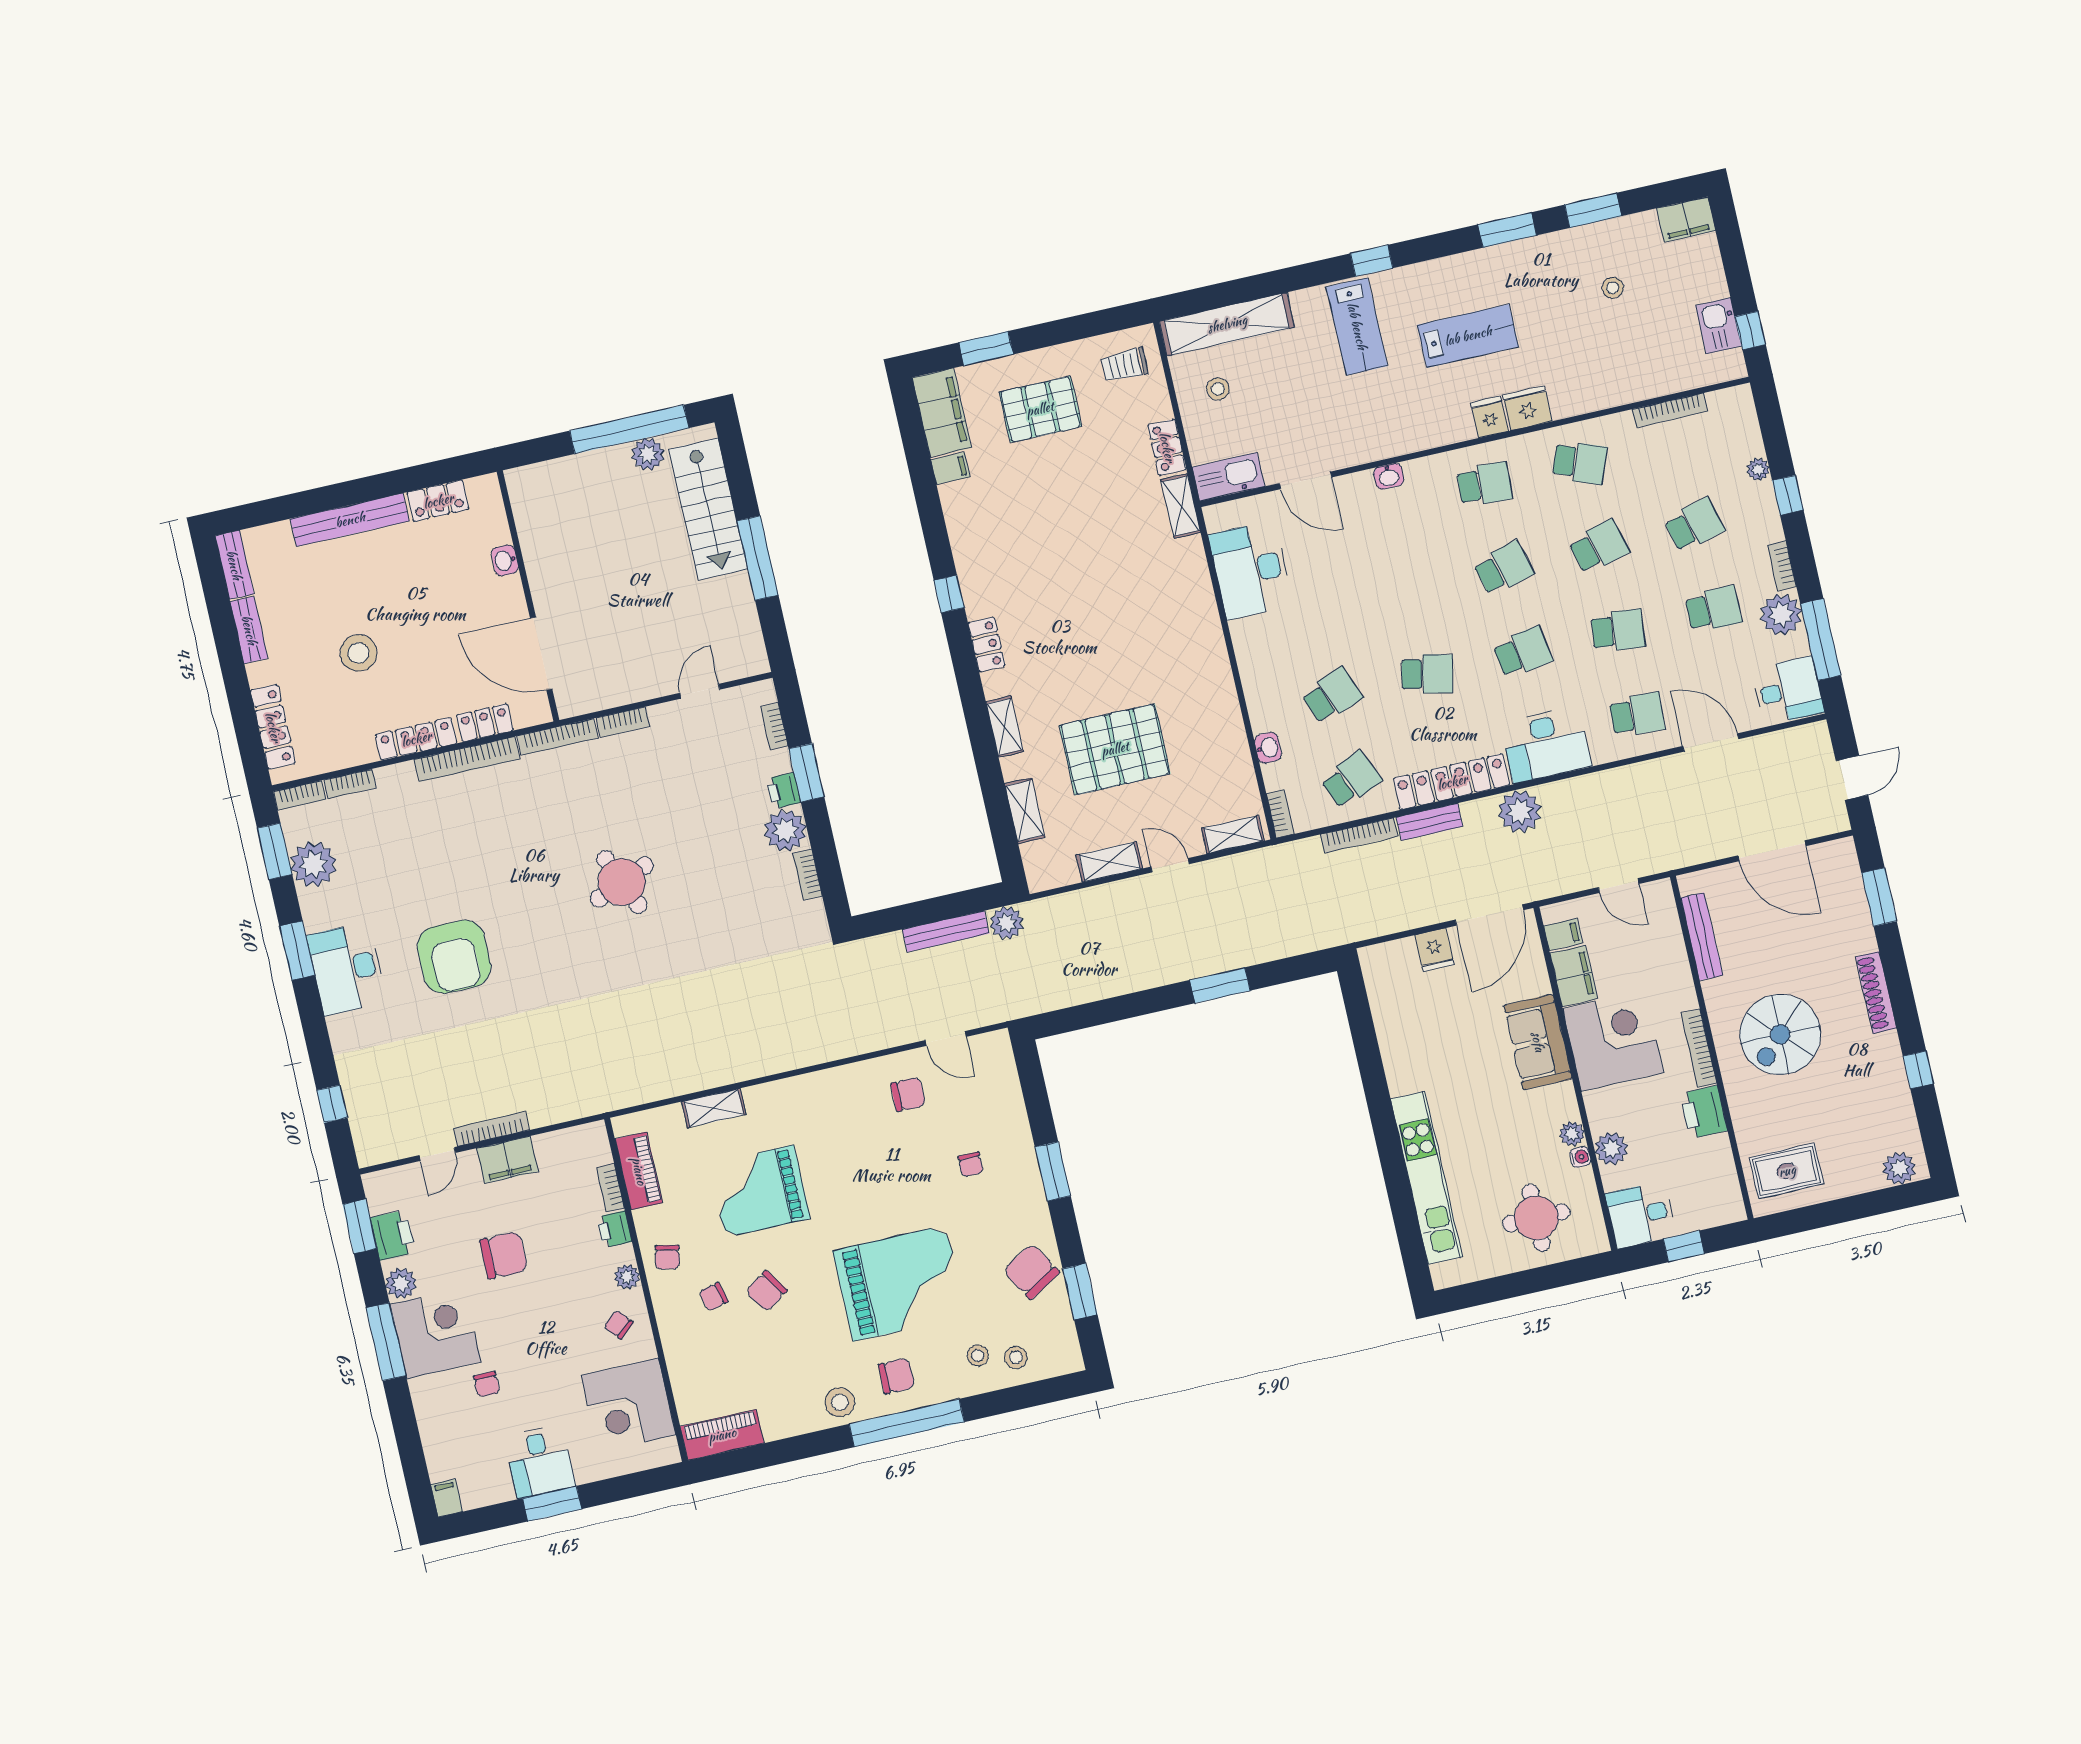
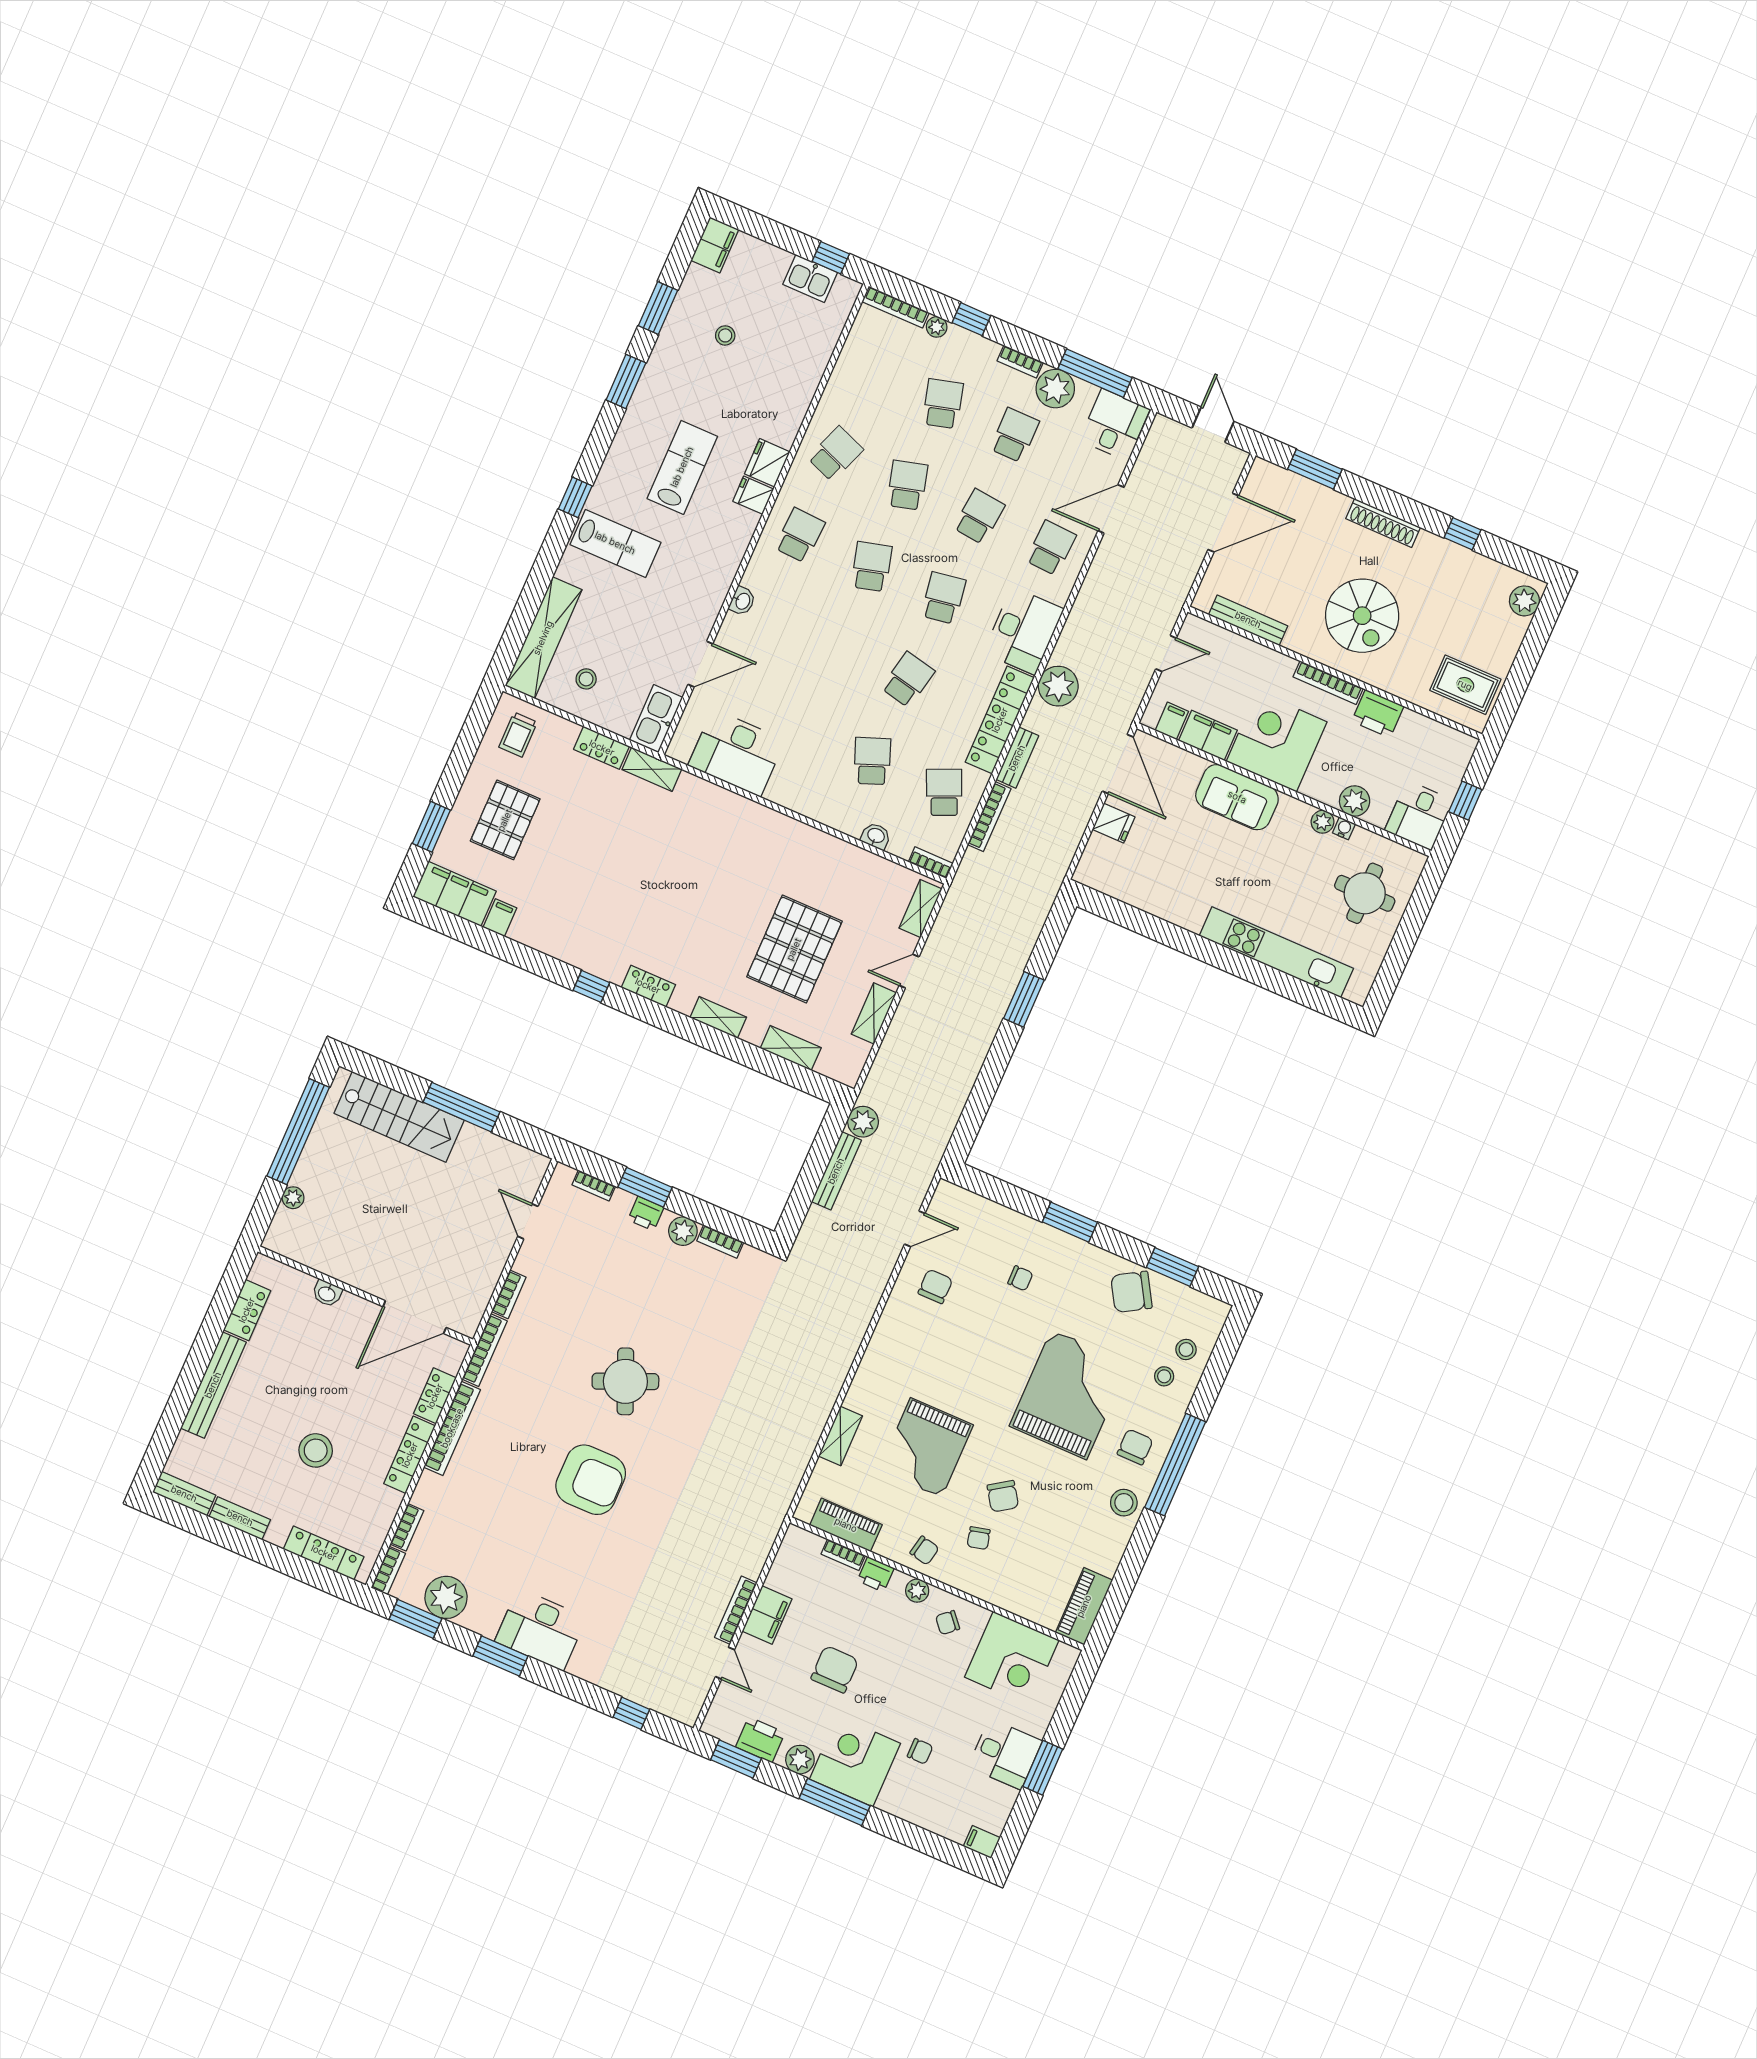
bookcase: (1670, 410) -> (896, 307), moved, turned 90
plant: (648, 454) -> (293, 1198), moved, width x0.73, depth x0.73
plant: (785, 831) -> (683, 1231), width x0.73, depth x0.73
armchair: (454, 957) -> (591, 1480), moved
rug: (1787, 1171) -> (1465, 685), turned 90

